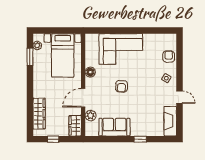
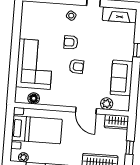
armchair: (169, 57) -> (71, 42), moved
floor lamp: (90, 72) -> (34, 98), moved

